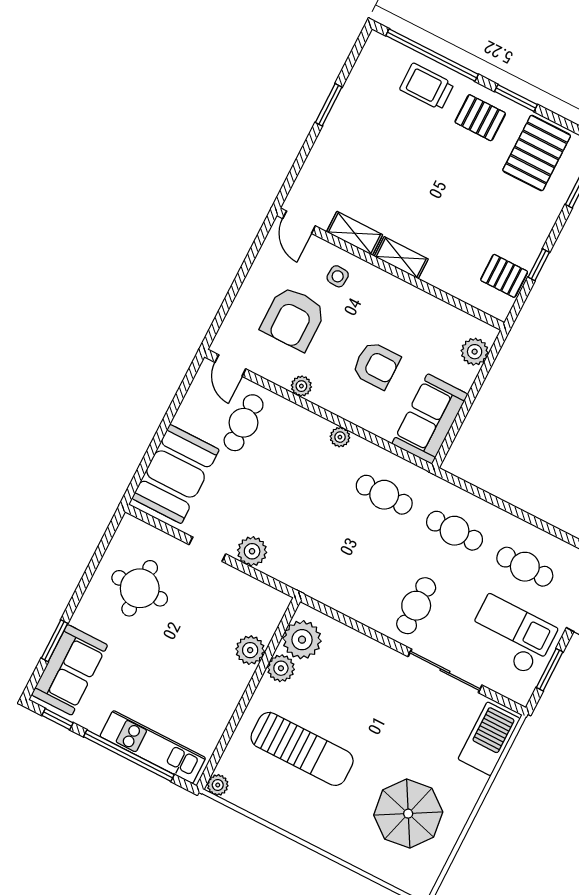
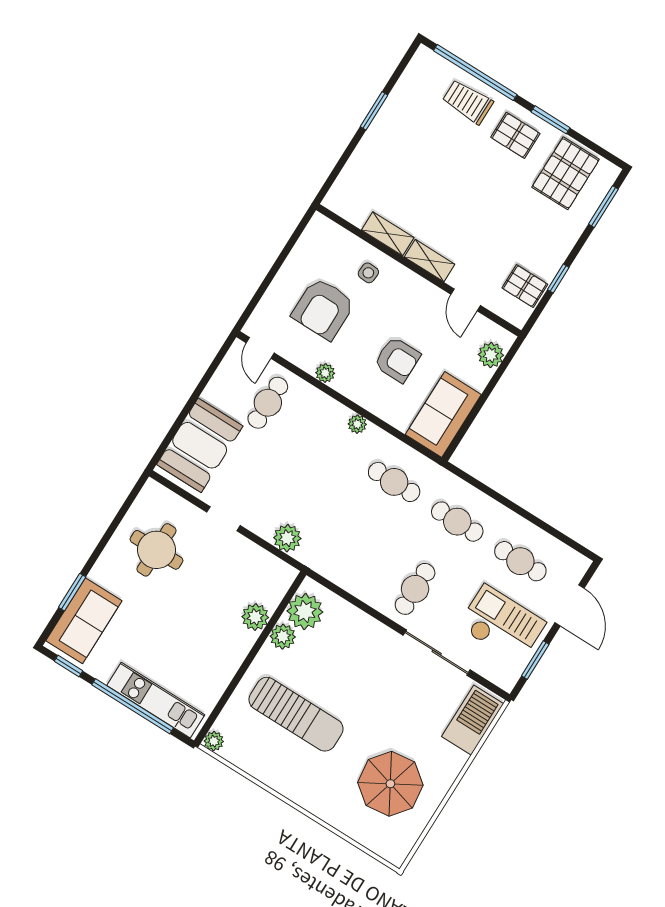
door: (299, 222) -> (466, 300), moved
plant: (252, 551) -> (287, 538), moved

